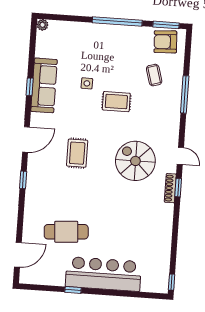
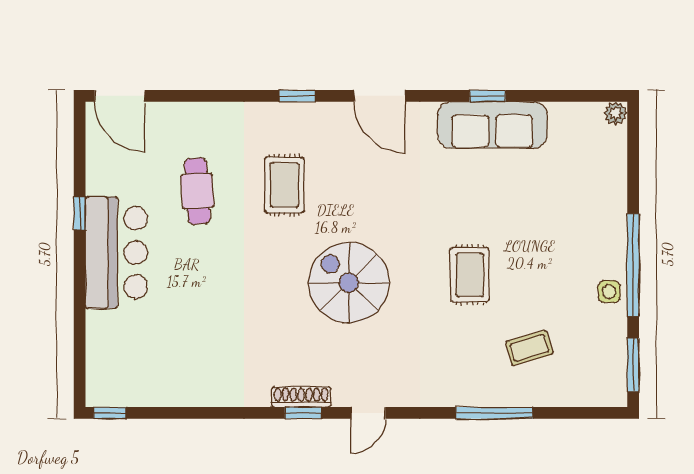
armchair: (165, 42) -> (599, 366), removed
side table: (87, 83) -> (609, 292), moved
rug: (77, 153) -> (284, 185), moved, turned 90
spiral stairs: (135, 161) -> (349, 283), moved, turned -90
cafe table: (66, 232) -> (197, 191), width x0.73, depth x0.74
door: (18, 255) -> (120, 96), moved
bar counter: (103, 274) -> (116, 253), width x0.73

